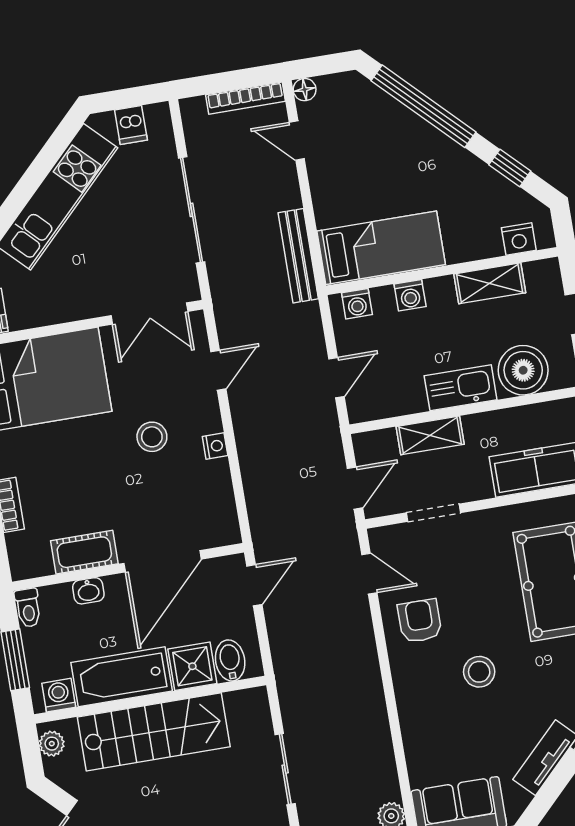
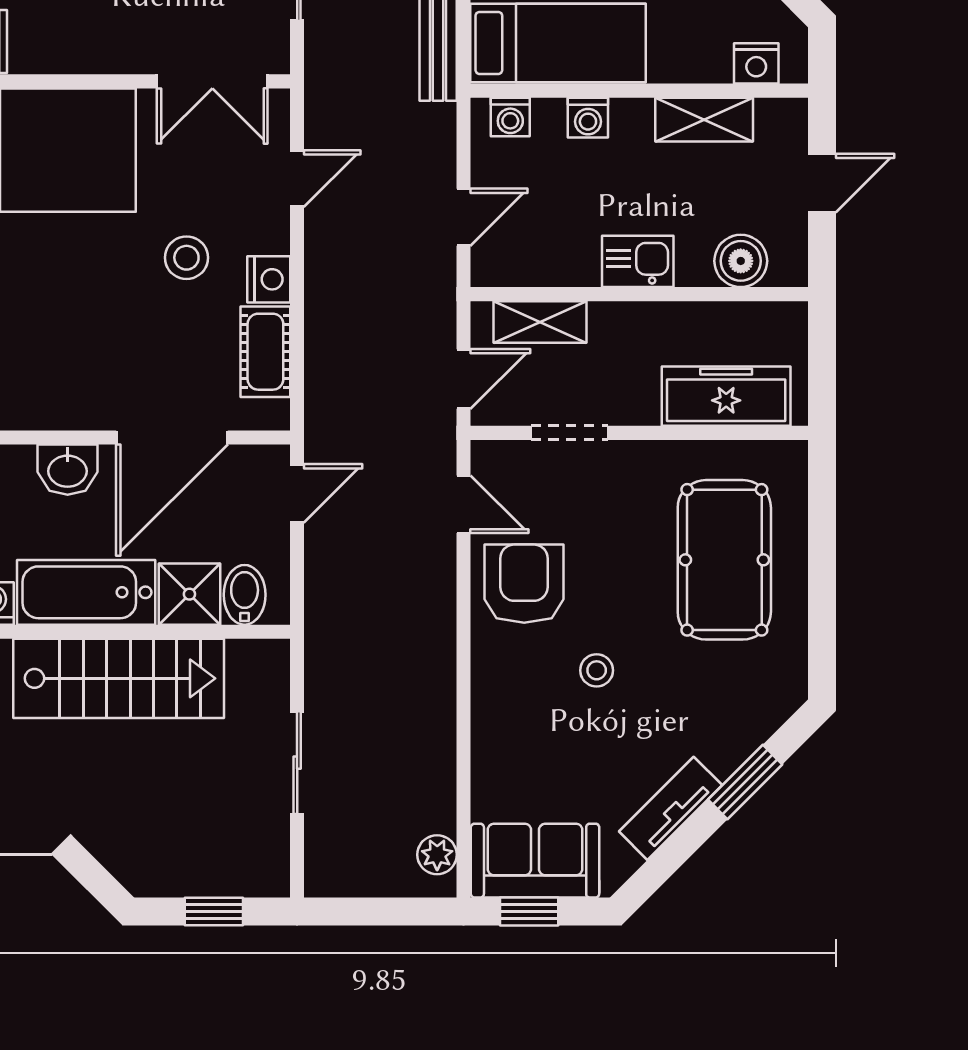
boiler: (523, 370) -> (741, 261), width x0.73, depth x0.73
kitchen sink: (461, 388) -> (638, 261), width x0.73
shelving: (430, 435) -> (540, 322), moved
nightstand: (215, 446) -> (269, 279), width x1.39, depth x1.35
cot: (84, 552) -> (265, 352), moved, turned 90
washbasin: (88, 591) -> (68, 470), width x1.38, depth x1.45
armchair: (420, 621) -> (524, 584), width x1.38, depth x1.38
stool: (479, 672) -> (597, 670), width x0.73, depth x0.73

